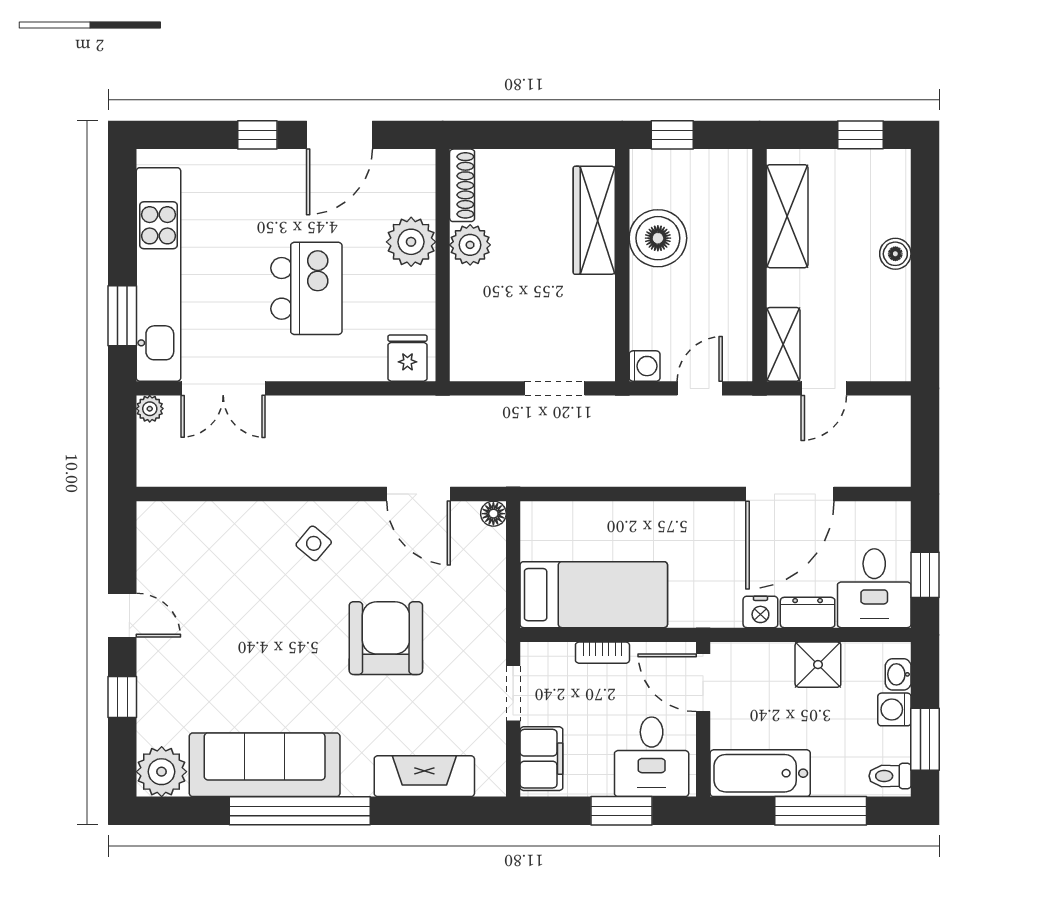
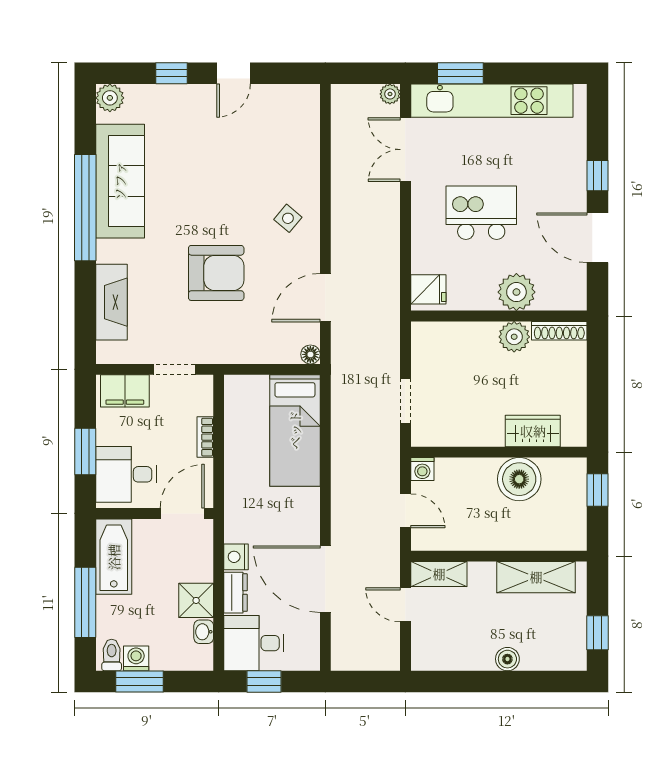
wardrobe: (594, 220) -> (533, 431), width x0.67
kitchen island: (306, 288) -> (481, 213), turned 180
bed: (594, 595) -> (295, 430), moved
washbasin: (898, 674) -> (204, 632), moved, turned -90
washing machine: (894, 709) -> (136, 658), moved
plant: (162, 772) -> (110, 98), width x0.73, depth x0.73

